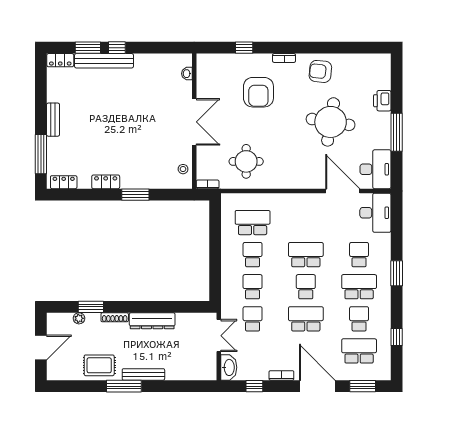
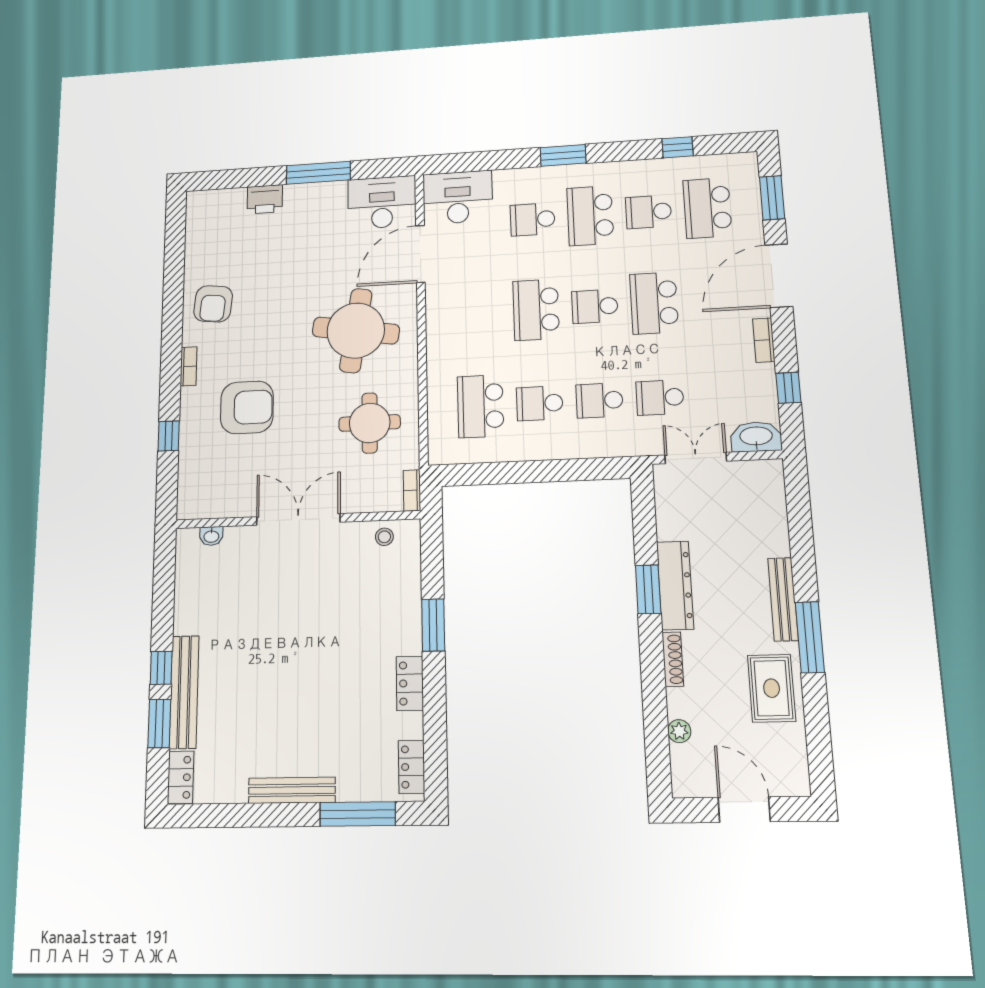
bench: (53, 120) -> (292, 790), width x1.36
round table: (331, 122) -> (356, 331), moved
window: (91, 307) -> (648, 589), moved

